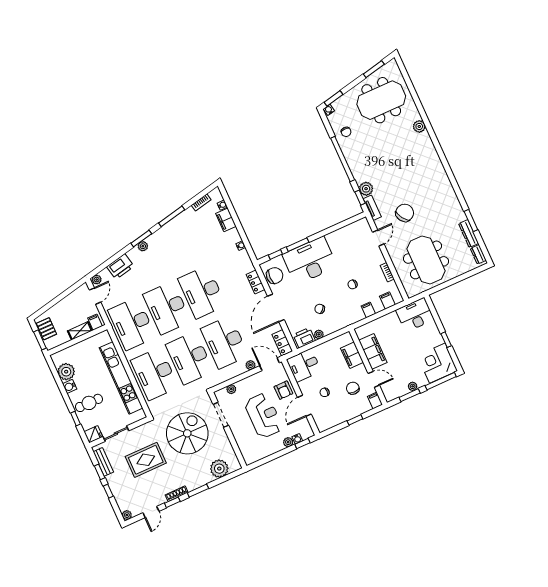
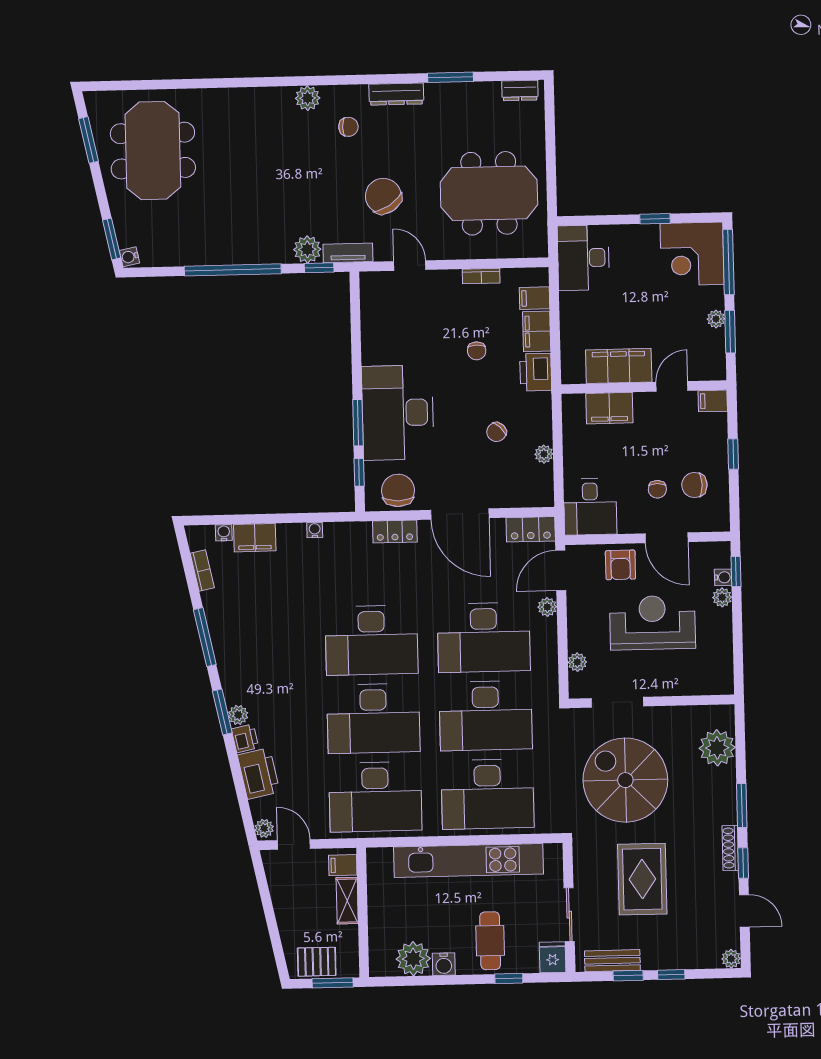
plant: (419, 126) -> (308, 98), moved
chair: (346, 132) -> (348, 127), moved
dresser: (469, 234) -> (396, 94), moved
printer: (134, 254) -> (245, 738), added
filing cabinet: (368, 310) -> (537, 331), width x2.00
printer: (304, 338) -> (536, 372), moved
chair: (353, 388) -> (694, 485), moved
armchair: (283, 390) -> (620, 565), turned 90

